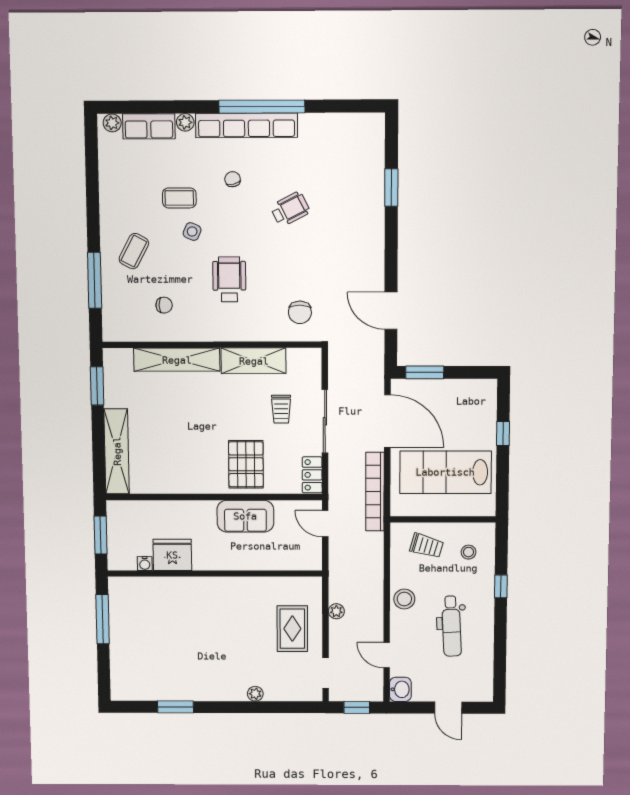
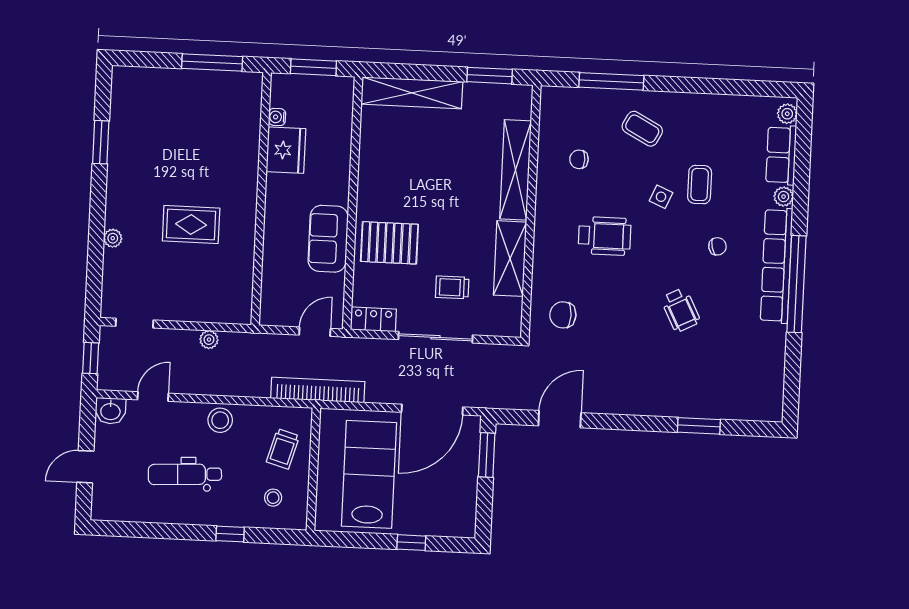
chair: (164, 305) -> (579, 159), turned 90
bookcase: (375, 492) -> (318, 390), moved
rug: (292, 629) -> (191, 224), moved

